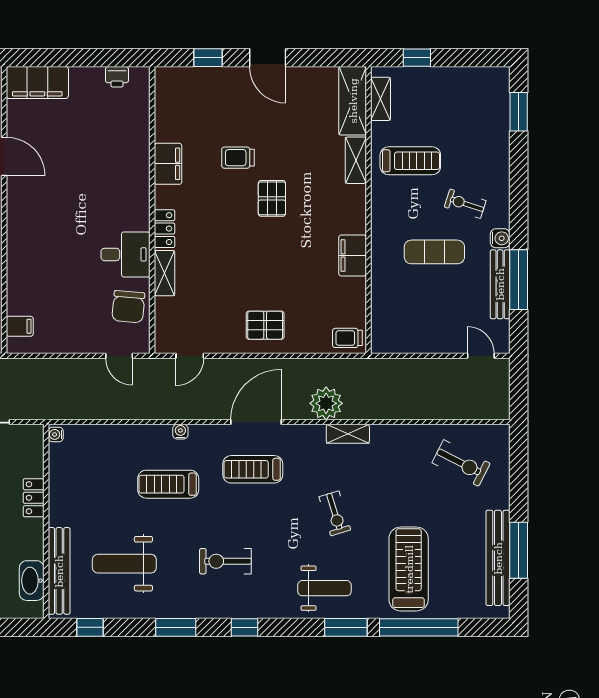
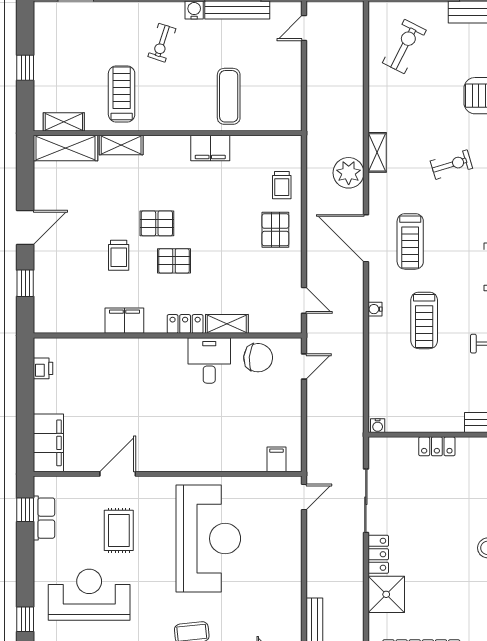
window: (417, 58) -> (25, 68), moved
pallet: (232, 217) -> (174, 261), added
exercise mat: (434, 252) -> (229, 96), moved
trolley: (347, 338) -> (282, 185), moved

